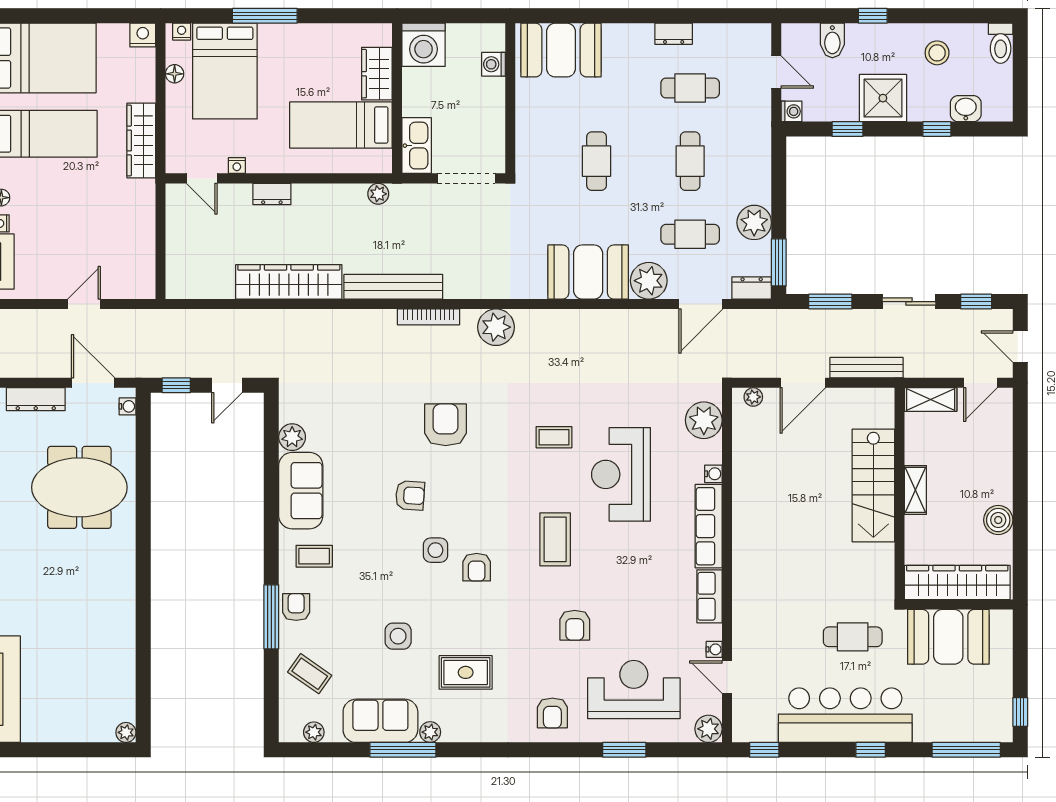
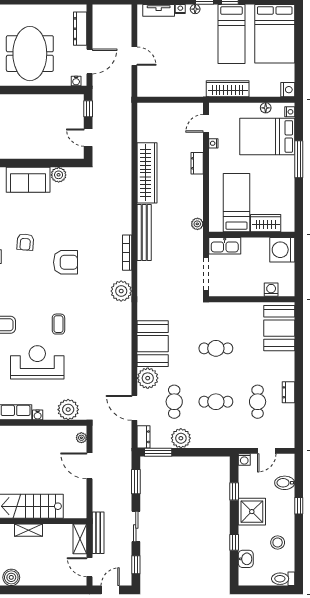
bench: (866, 368) -> (98, 533), moved

